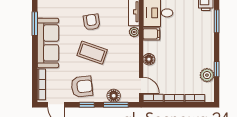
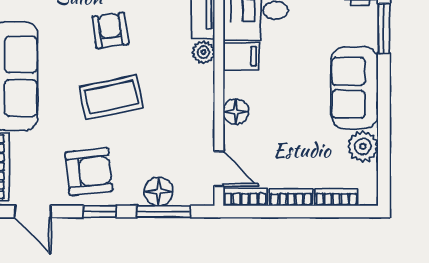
sofa: (203, 48) -> (355, 88), added
coffee table: (92, 53) -> (111, 97), turned -31
window: (217, 69) -> (384, 134), removed

